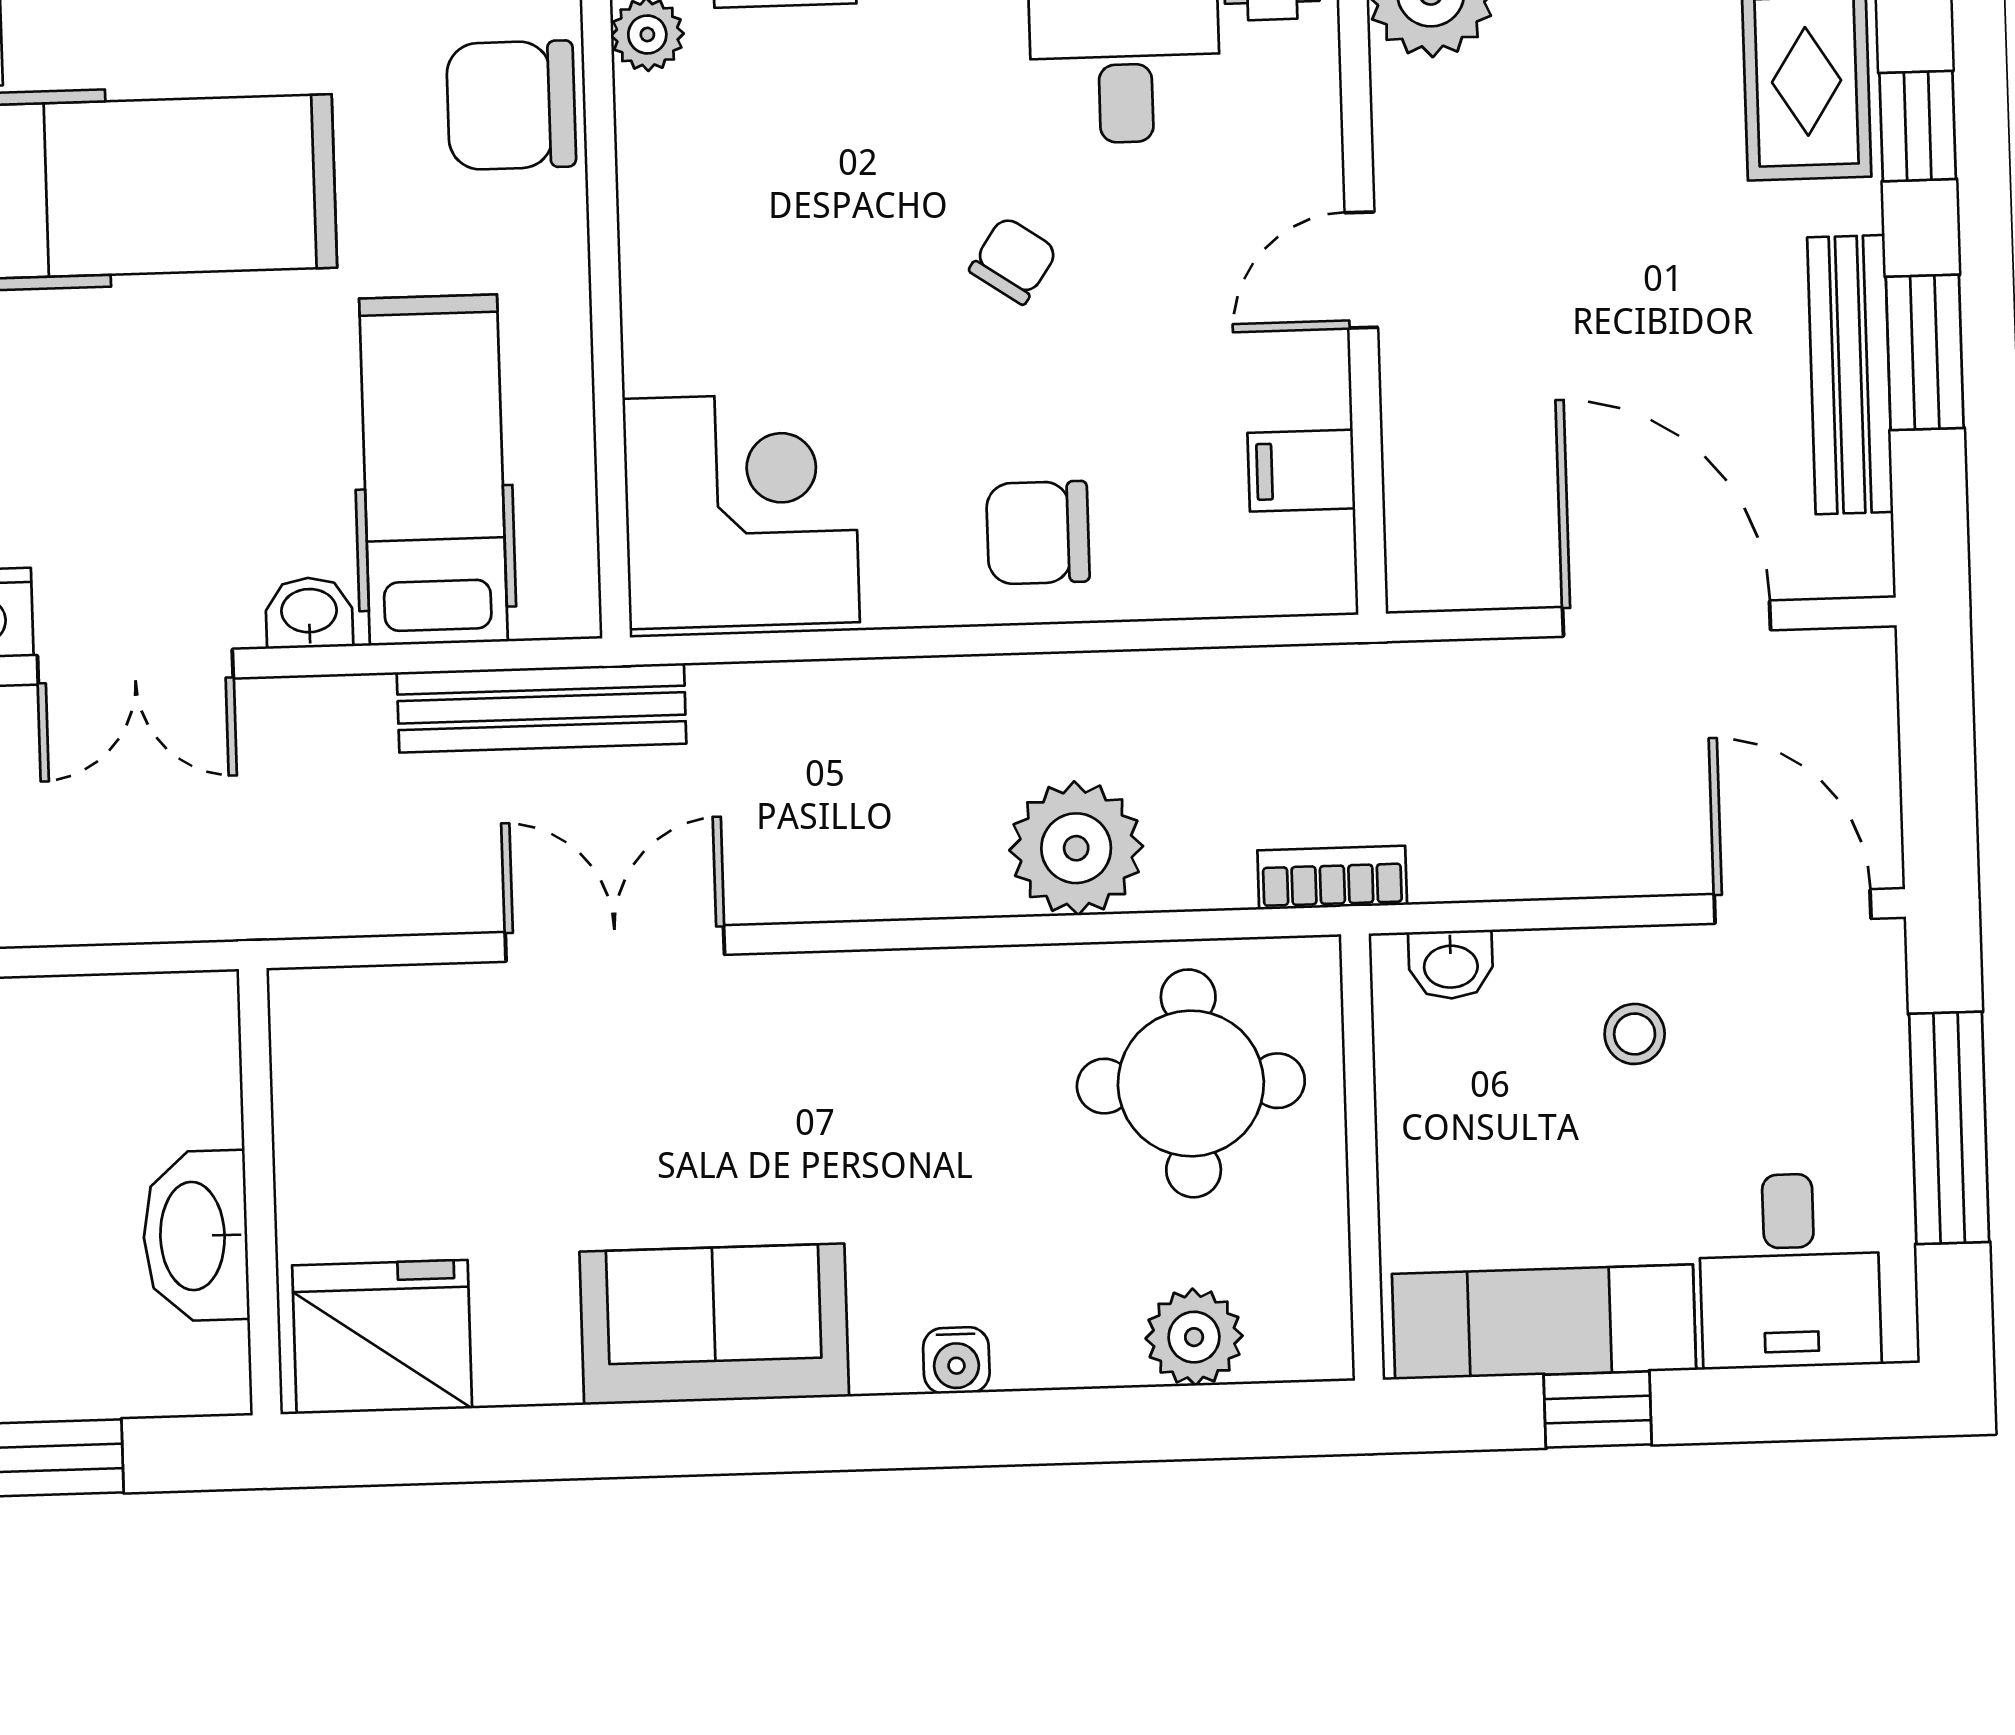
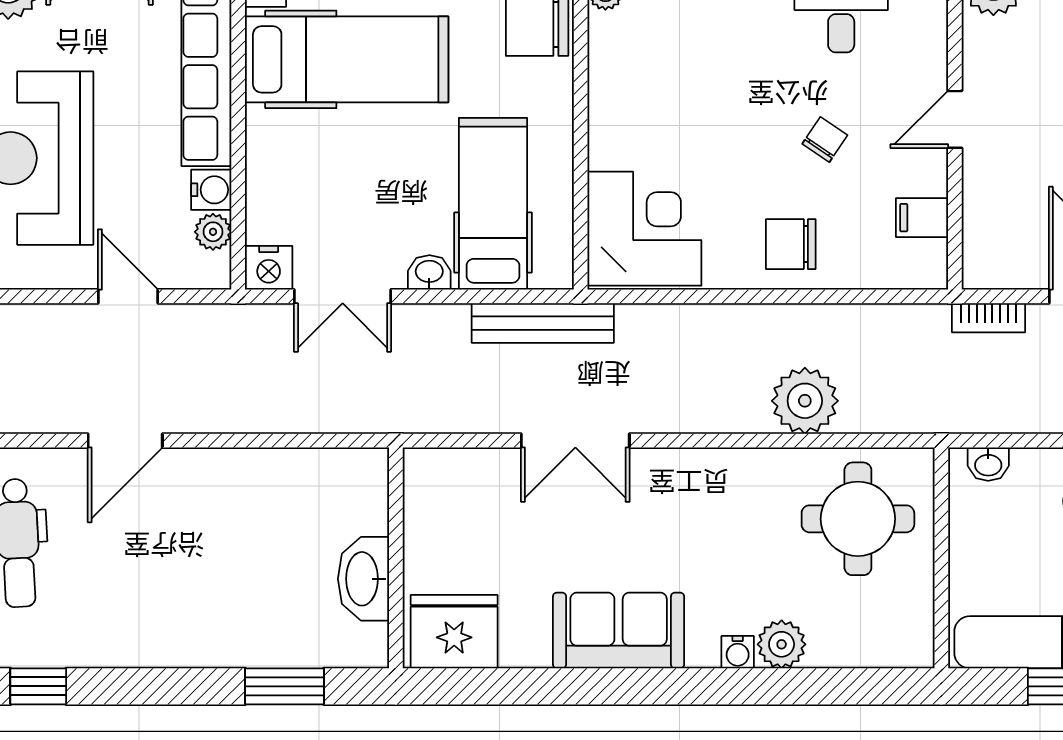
chair: (1013, 260) -> (825, 140), moved
bookcase: (1332, 878) -> (988, 318), moved, turned 180
double door: (615, 943) -> (575, 441), swing flipped
plant: (1194, 1337) -> (782, 644), moved

